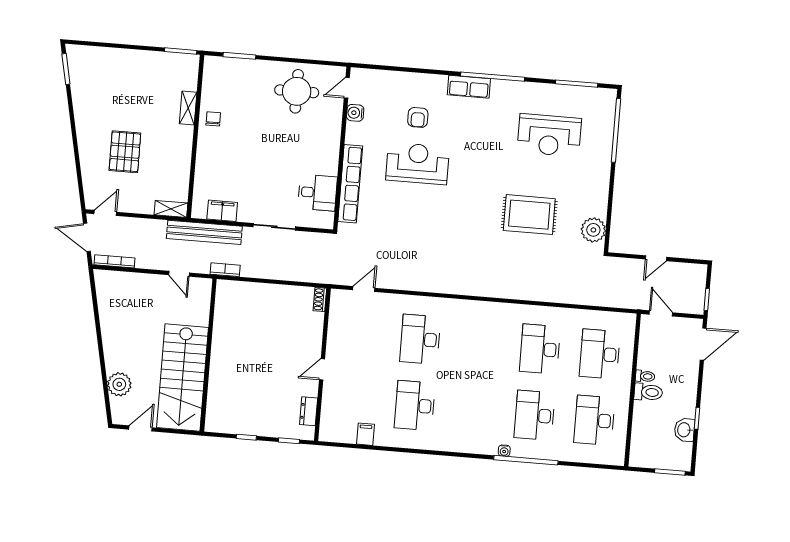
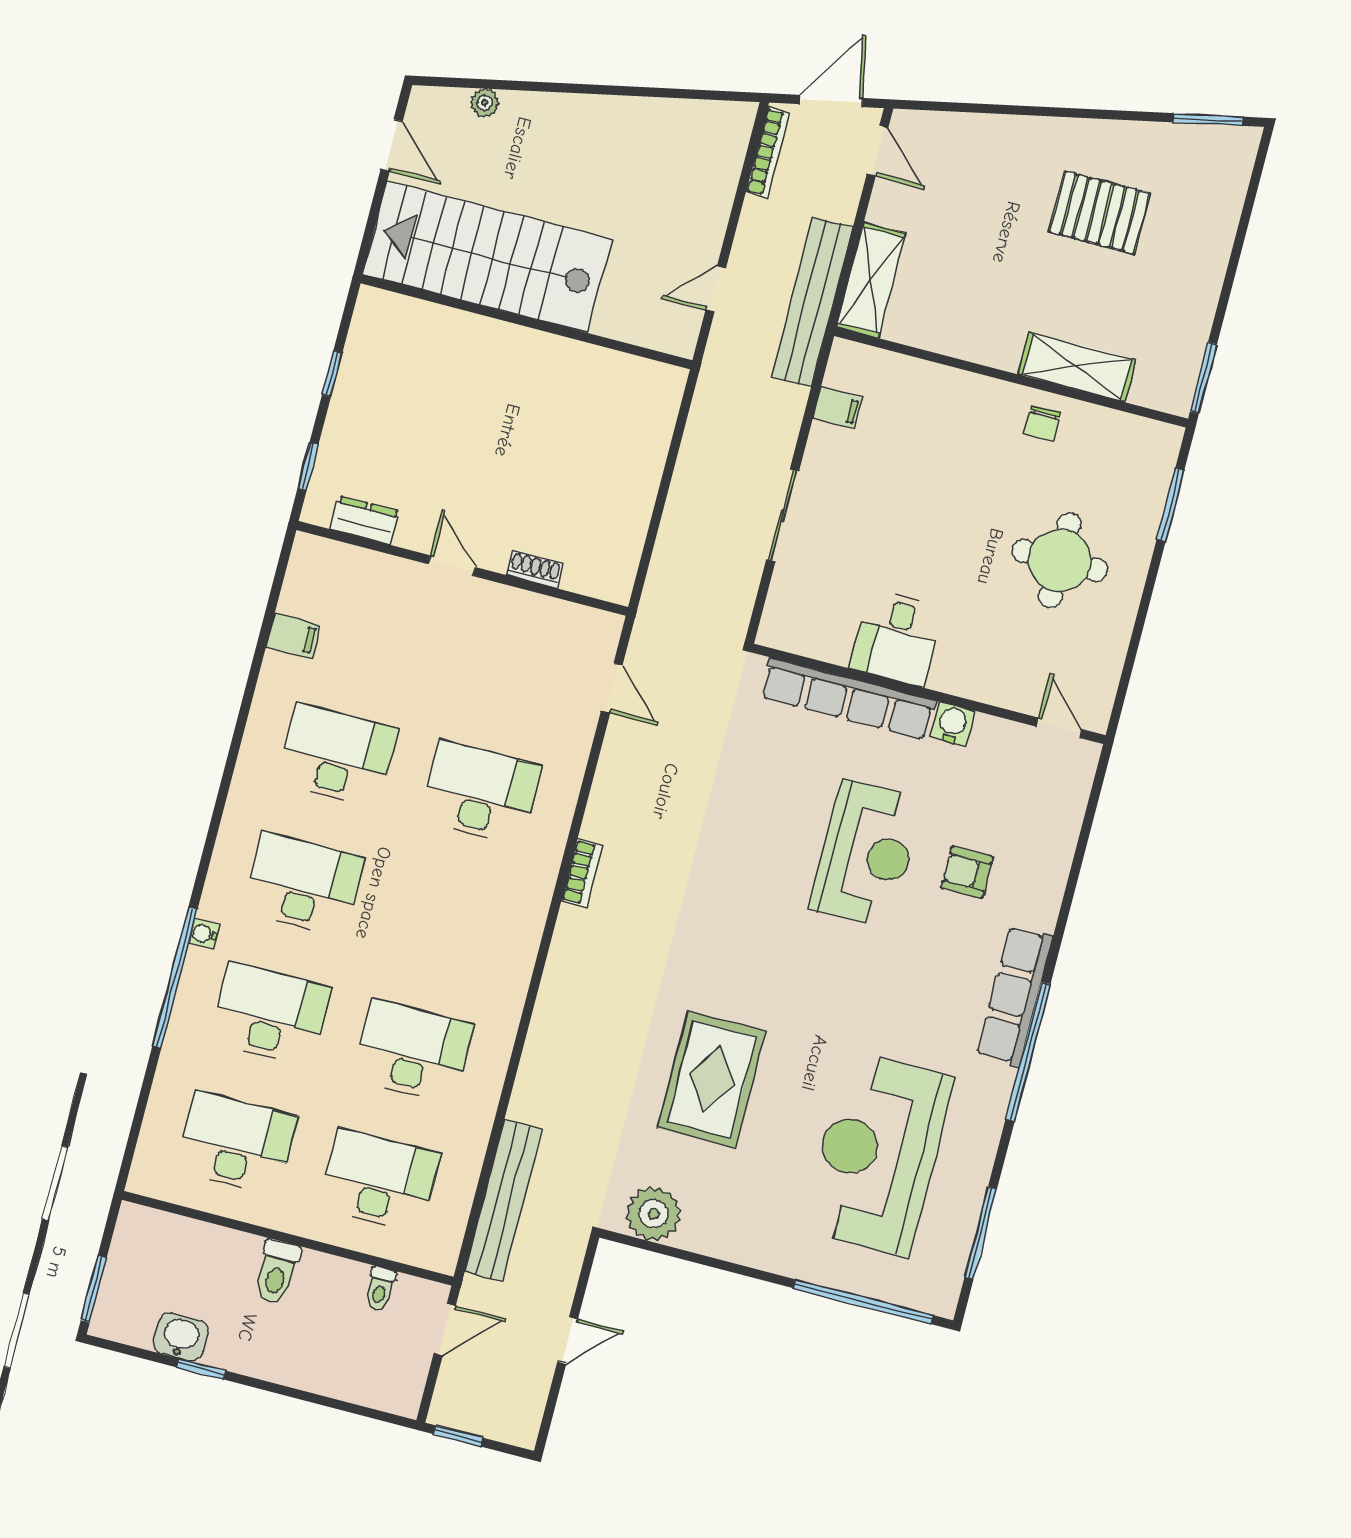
row of seats: (469, 87) -> (1015, 996), width x1.48
round table: (297, 91) -> (1060, 560), moved
shelving: (188, 108) -> (1077, 367), width x1.50, depth x1.33
water cooler: (355, 113) -> (953, 724), moved
chair: (213, 119) -> (1042, 423), turned 90
reception desk: (549, 135) -> (878, 1153), width x1.36, depth x1.30
pallet: (125, 152) -> (1100, 213), moved
desk: (317, 193) -> (897, 638), moved
shelving: (171, 209) -> (871, 280), width x1.50, depth x1.33
filing cabinet: (222, 211) -> (838, 408), width x0.50
bench: (204, 232) -> (812, 302), moved
door: (656, 258) -> (568, 1340), swing flipped
bookcase: (225, 270) -> (582, 873), moved
bench: (599, 298) -> (503, 1201), added
shoe rack: (320, 299) -> (535, 569), moved
door: (703, 344) -> (361, 1411), removed
toilet: (645, 376) -> (380, 1289), moved
plant: (119, 384) -> (485, 103), width x0.53, depth x0.53
desk: (475, 410) -> (303, 885), added

